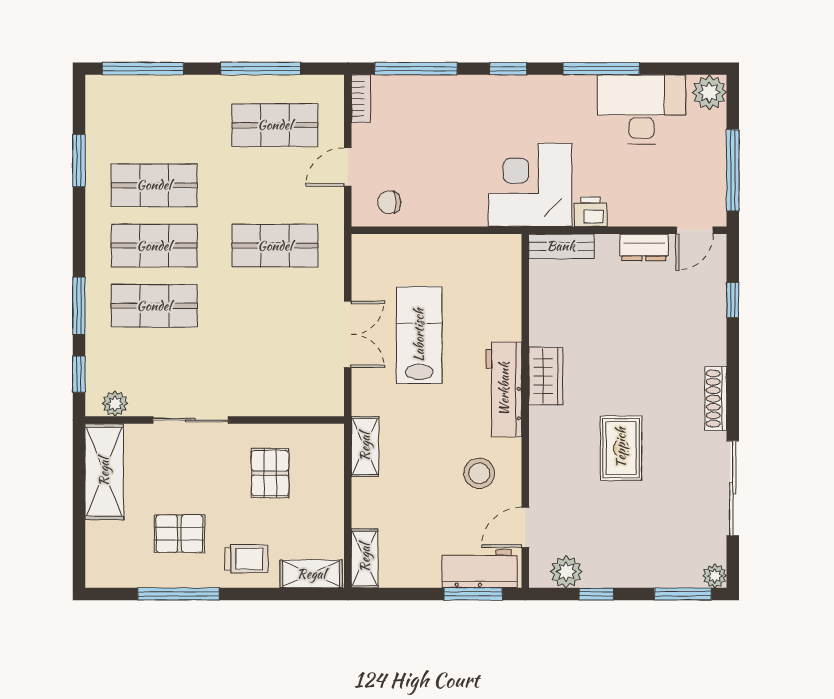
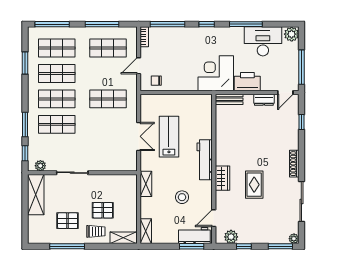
shop shelf: (154, 125) -> (57, 48), added
printer: (591, 212) -> (247, 82), width x1.87, depth x1.48
wardrobe: (546, 376) -> (222, 178), moved
pallet: (270, 473) -> (103, 210), moved, turned 90
stool: (479, 473) -> (182, 197), moved

